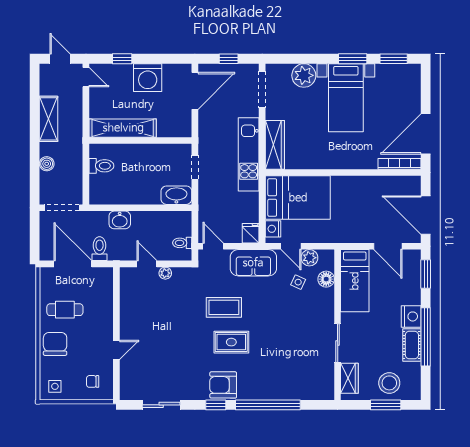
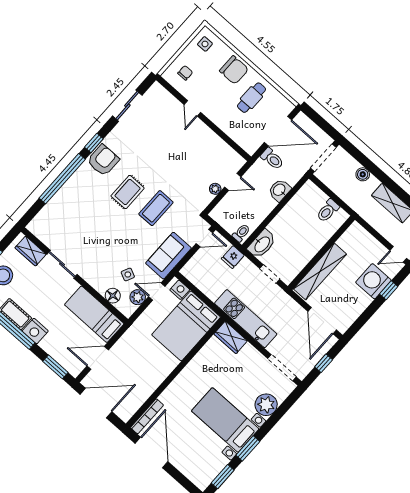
washing machine: (148, 78) -> (374, 281), moved
shelving: (123, 128) -> (320, 271), moved
wardrobe: (275, 145) -> (231, 337), width x0.67
fridge: (251, 233) -> (233, 257), moved, turned 90
toilet: (182, 243) -> (241, 233), moved

